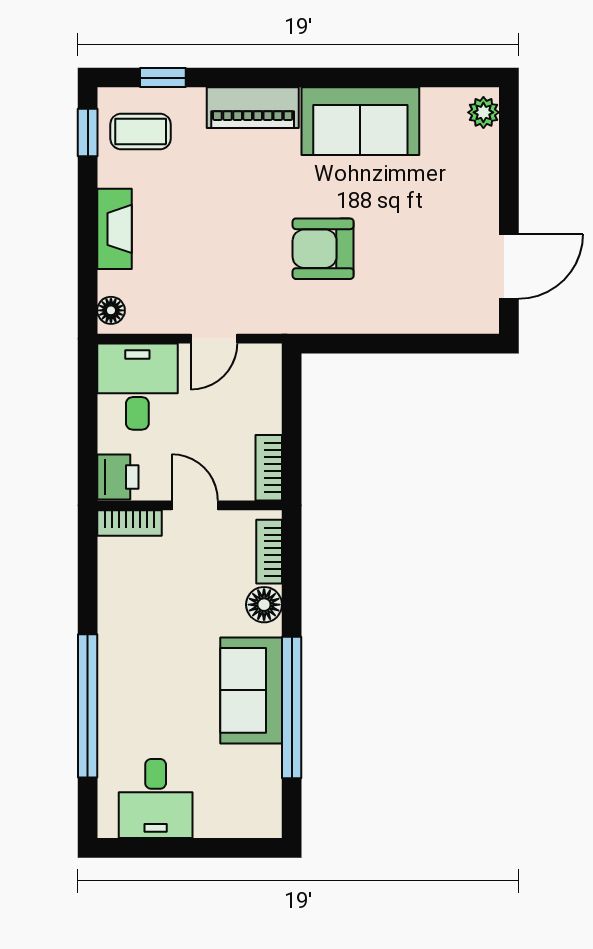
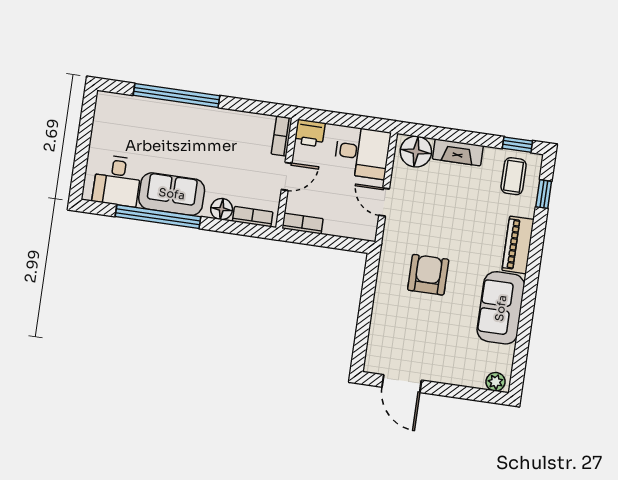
floor lamp: (111, 310) -> (416, 152), width x1.89, depth x1.89
desk: (156, 798) -> (117, 181), moved, turned -90

